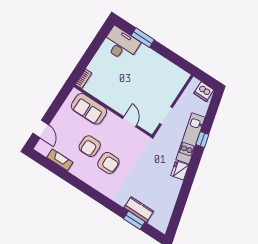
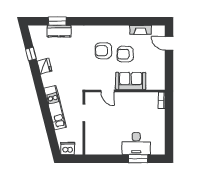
desk: (121, 44) -> (136, 144), moved
sofa: (89, 109) -> (131, 81), moved
window: (202, 140) -> (31, 54), moved
armchair: (90, 146) -> (125, 54), turned -90
fridge: (180, 170) -> (44, 66), moved

